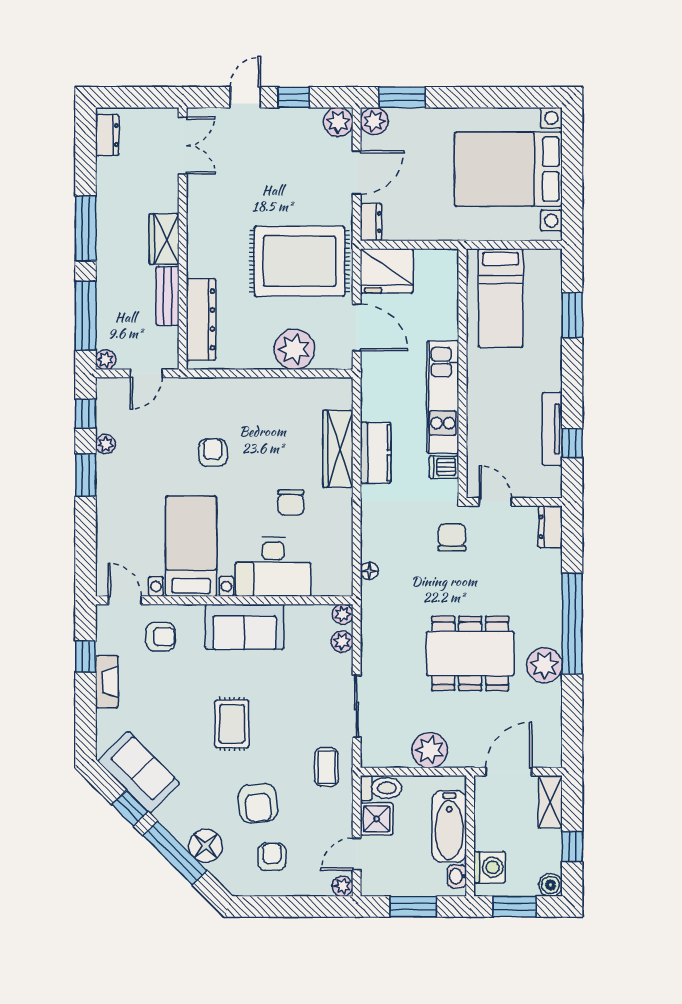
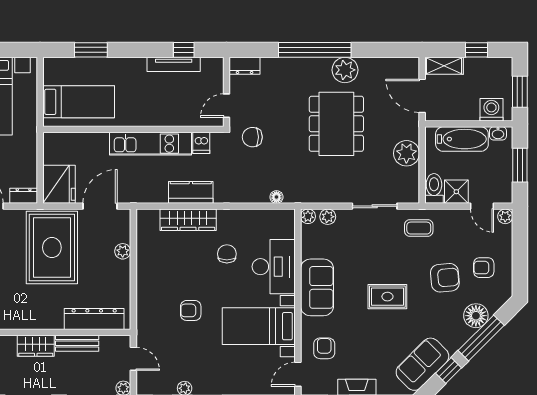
plant: (294, 349) -> (123, 251), width x0.53, depth x0.53
chair: (291, 502) -> (227, 254), turned -90
boiler: (551, 885) -> (504, 66), removed

